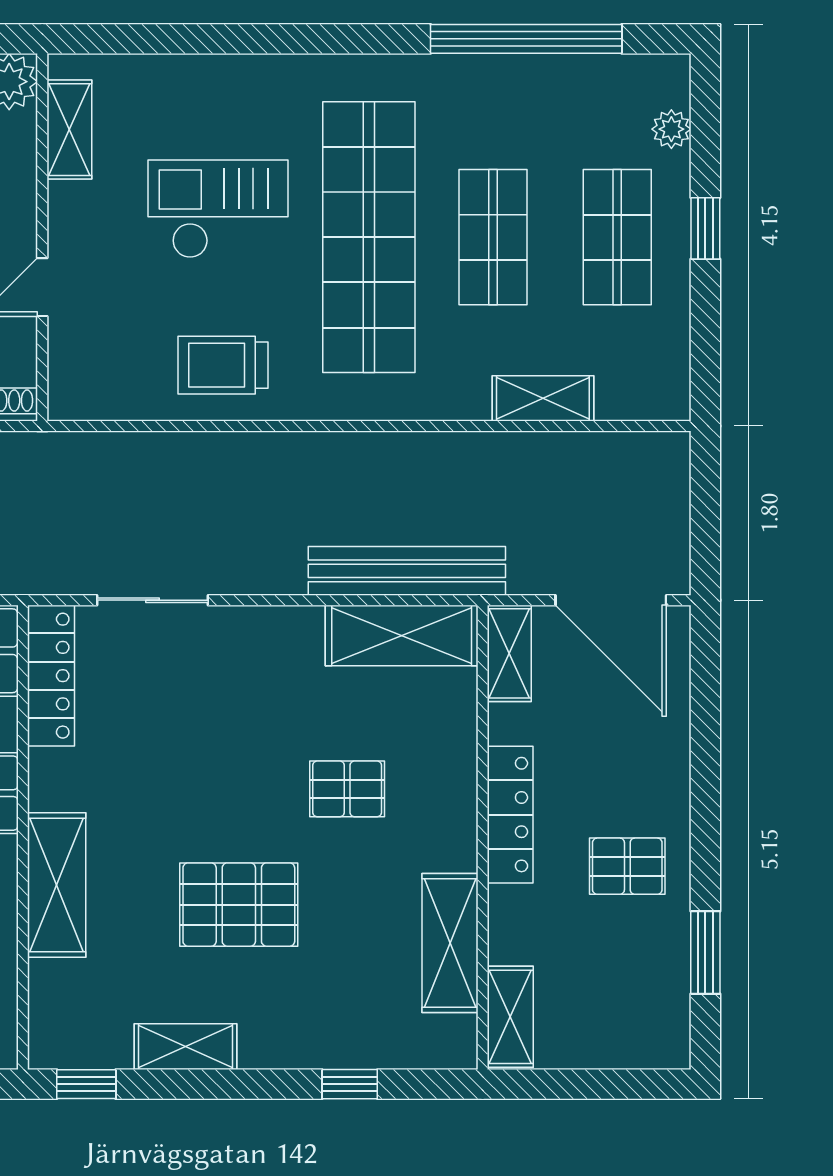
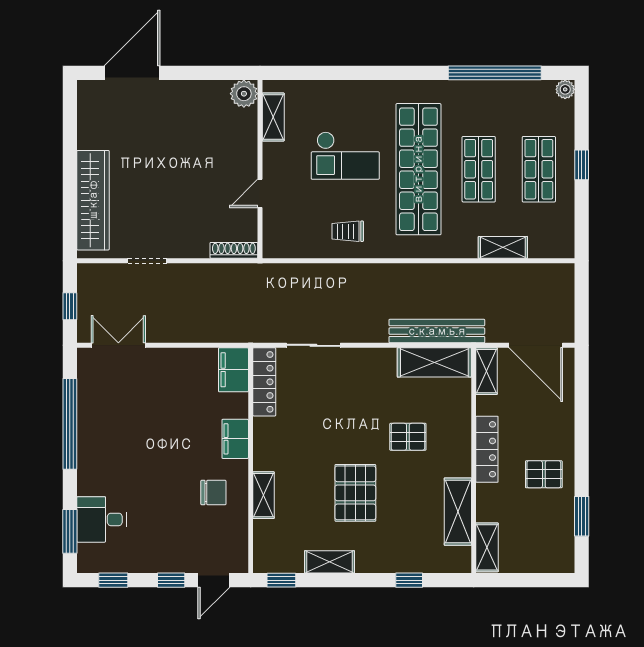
plant: (671, 129) -> (565, 89), moved
checkout: (218, 209) -> (345, 156), turned 180
trolley: (223, 365) -> (348, 231), width x0.73, depth x0.72
shelving: (57, 885) -> (263, 495), width x0.67, depth x0.75
pallet: (239, 905) -> (355, 493), turned 90

